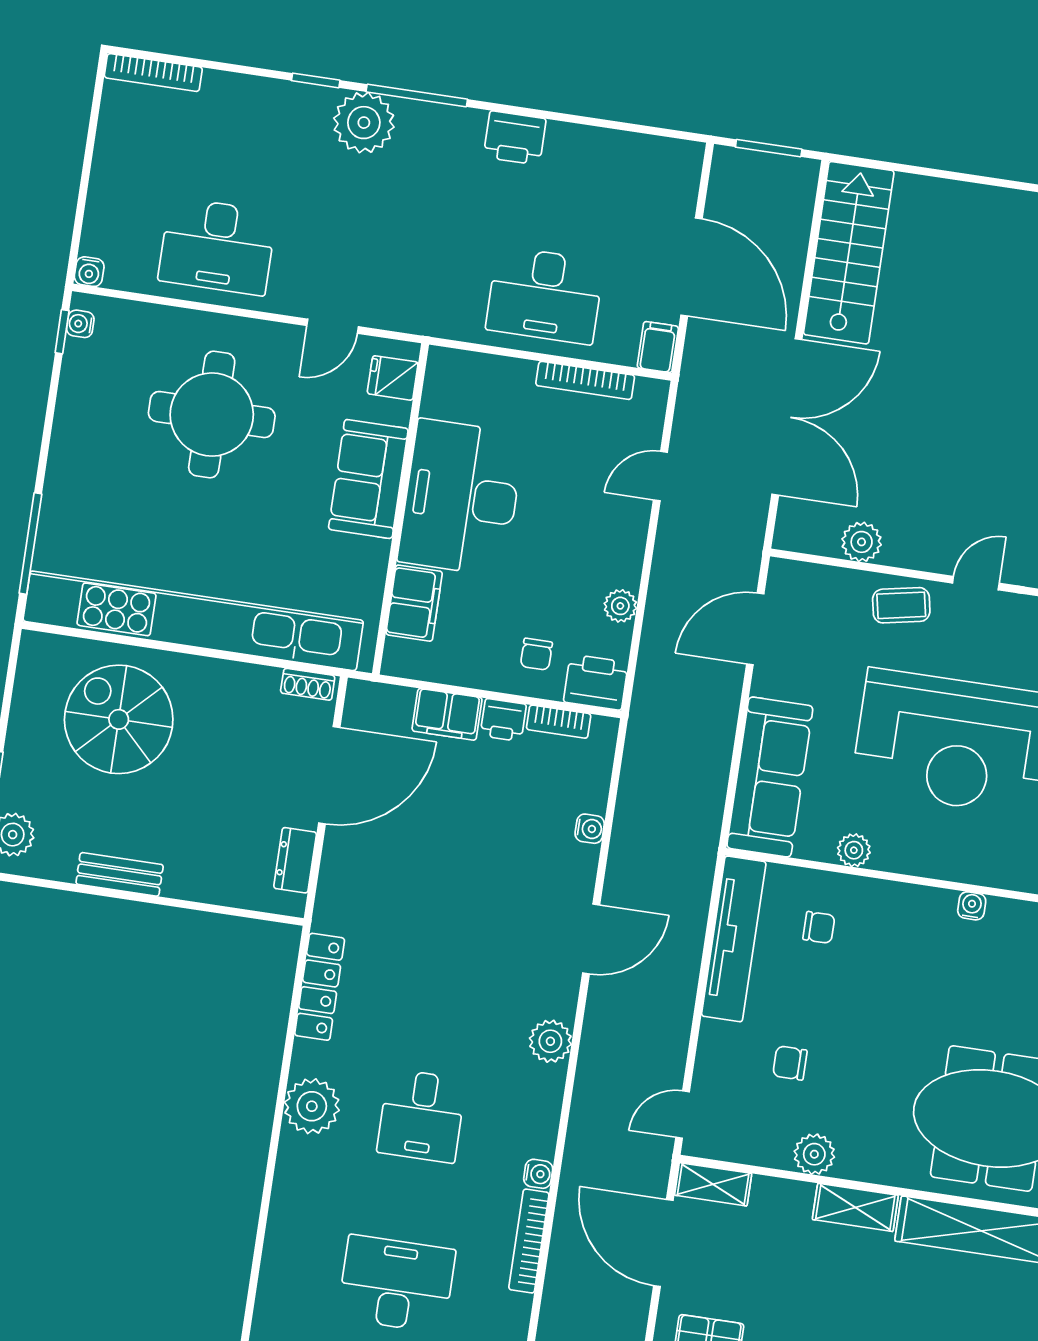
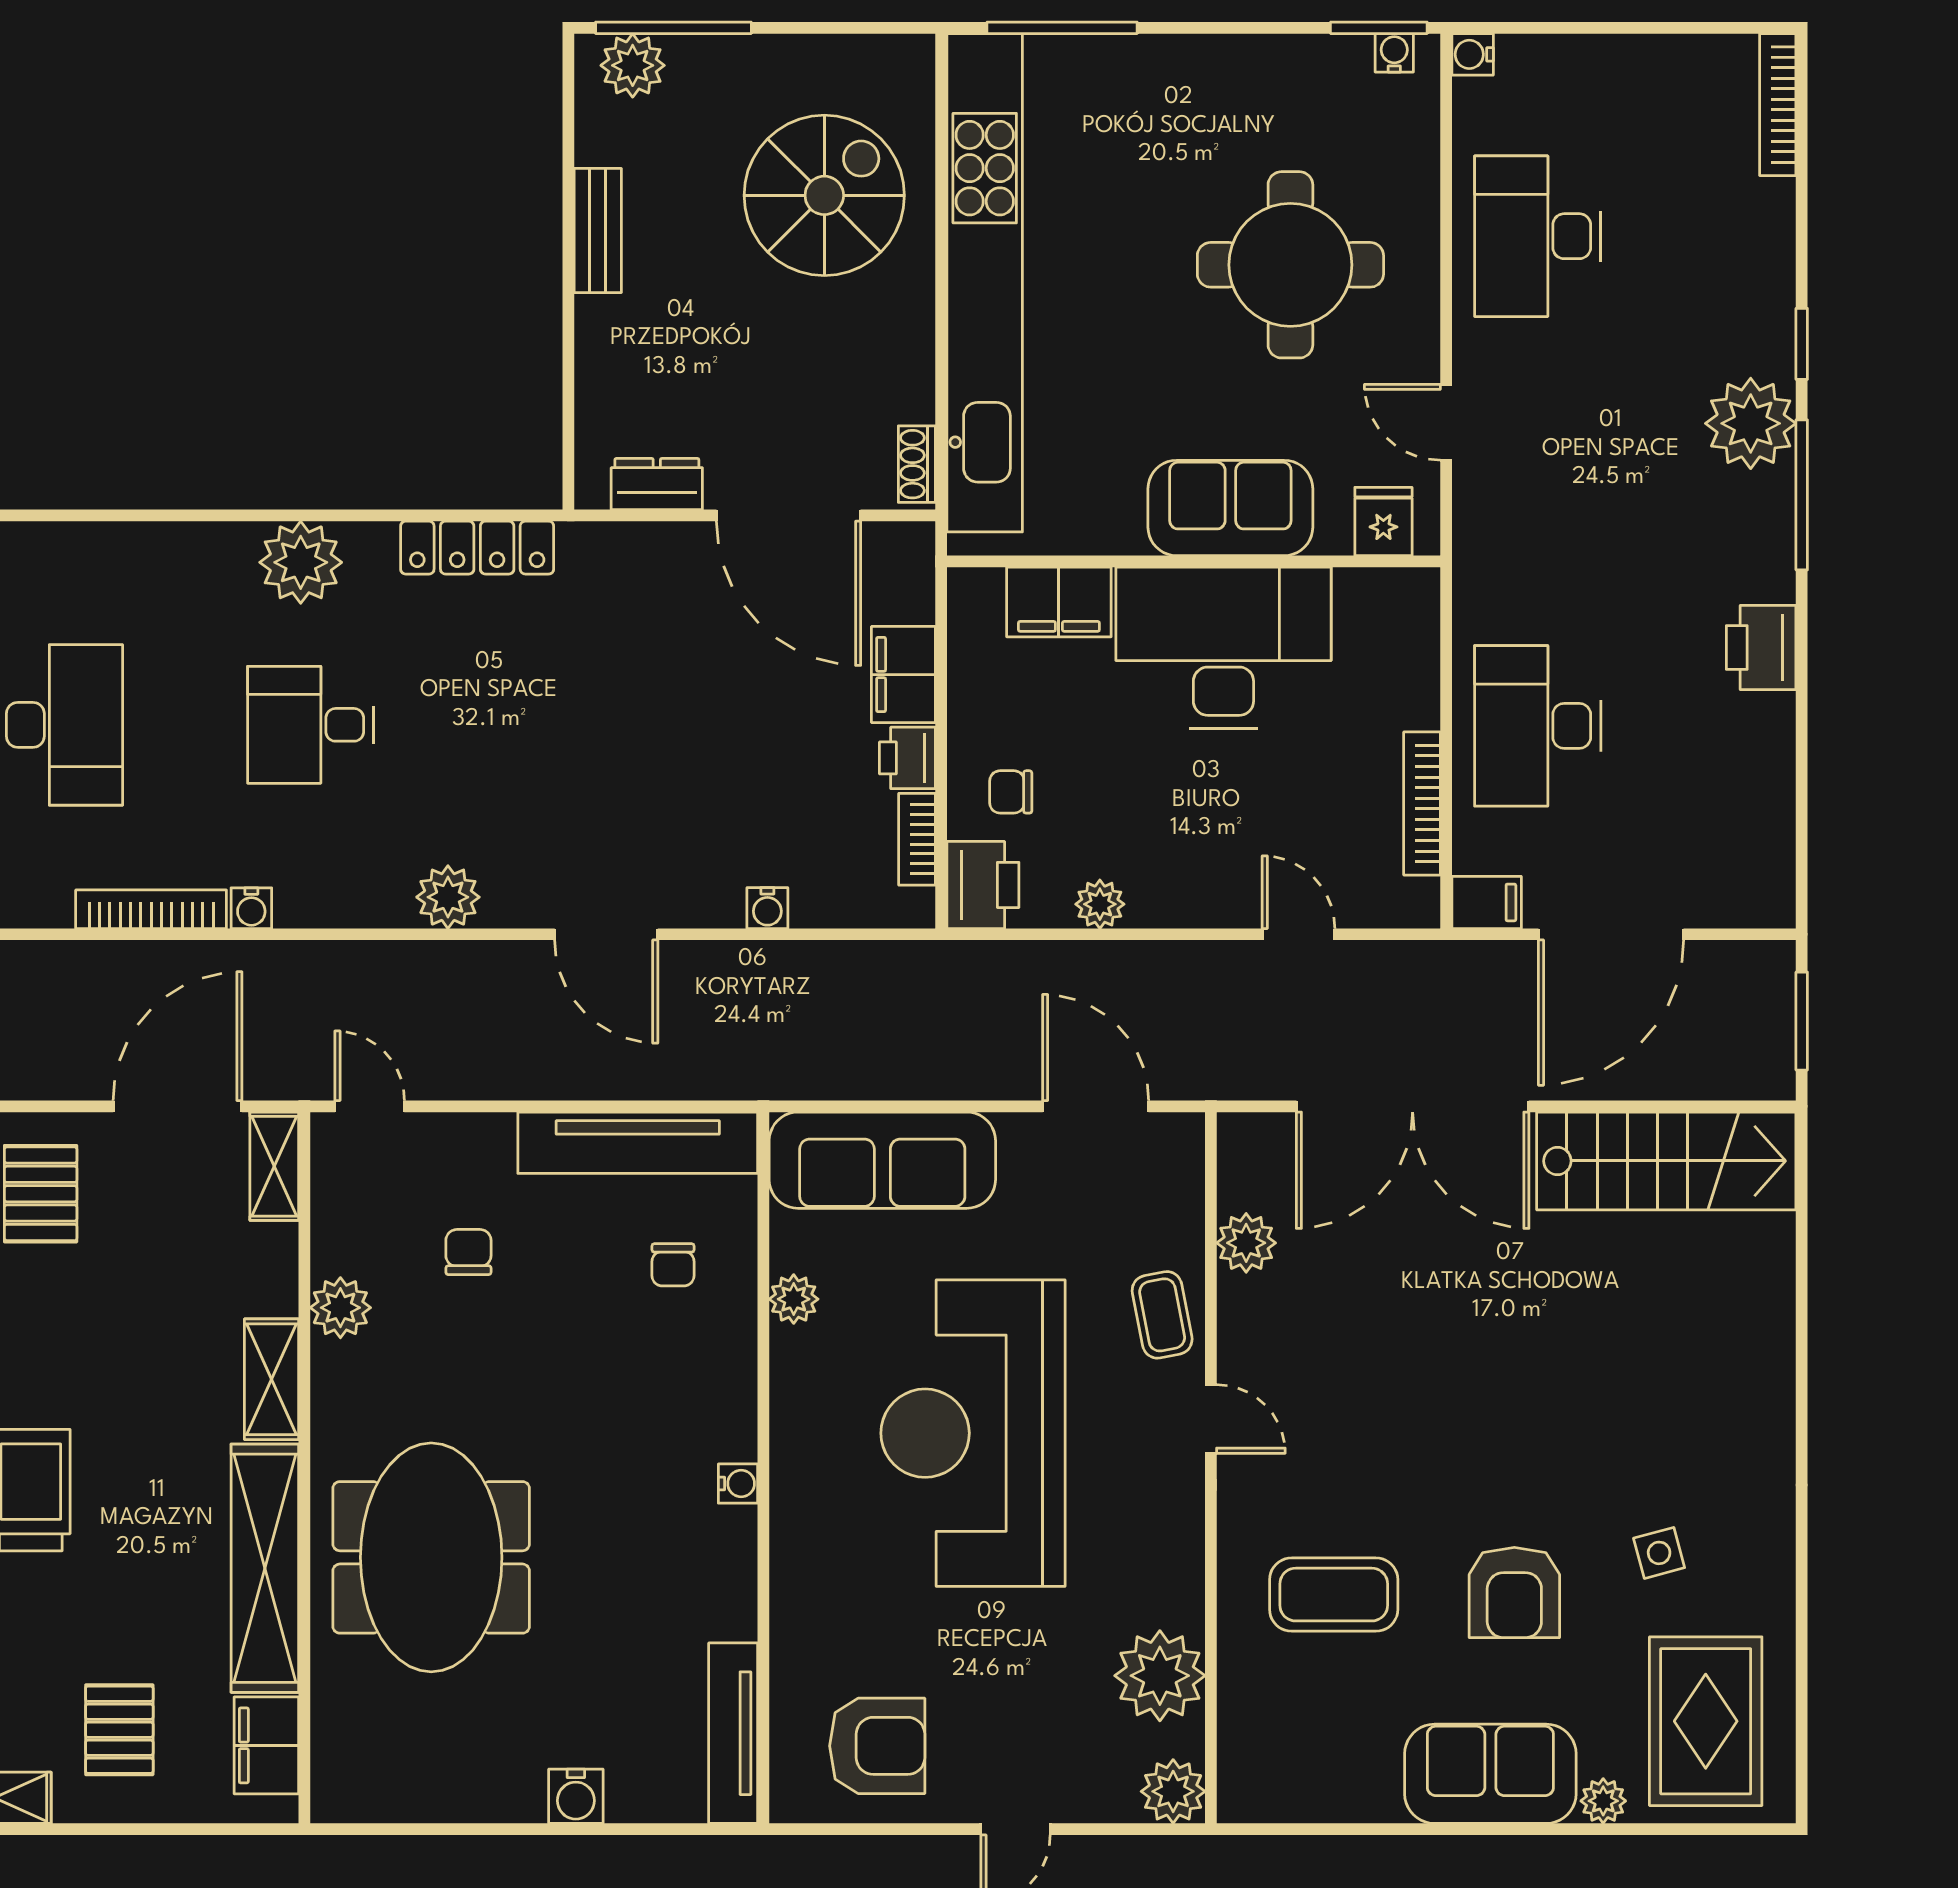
window: (62, 332) -> (1379, 28), width x1.50

